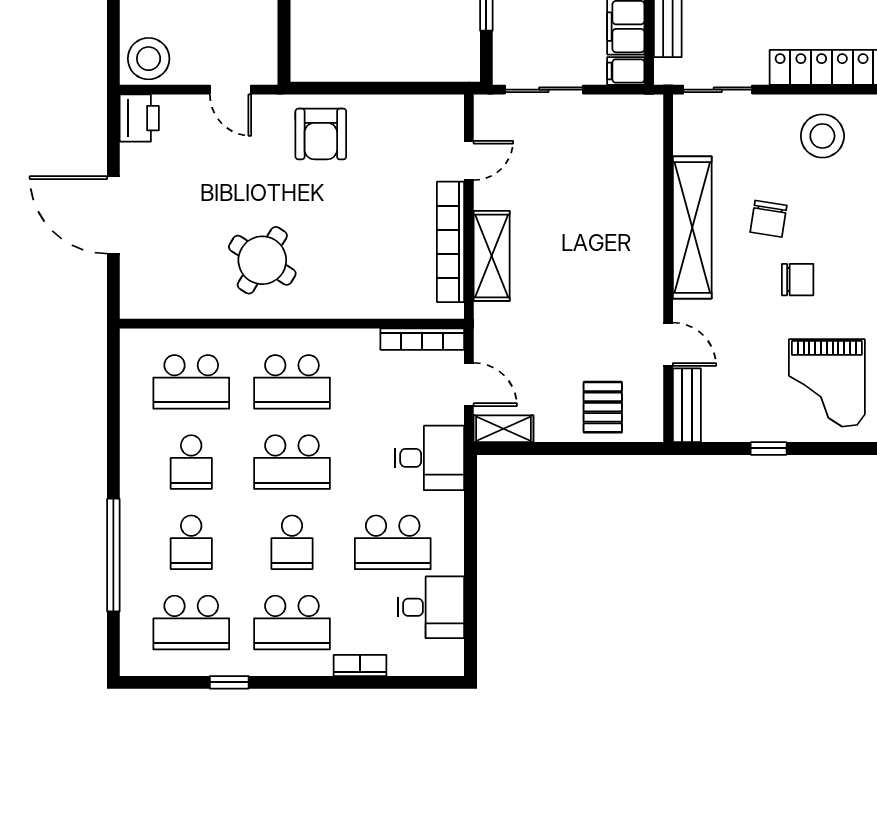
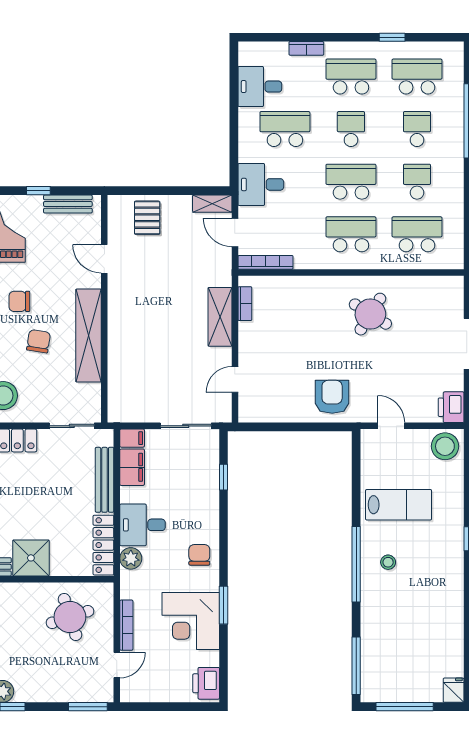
bookcase: (451, 242) -> (245, 304), width x0.43, depth x0.76
bench: (687, 405) -> (68, 204), moved, turned 90

